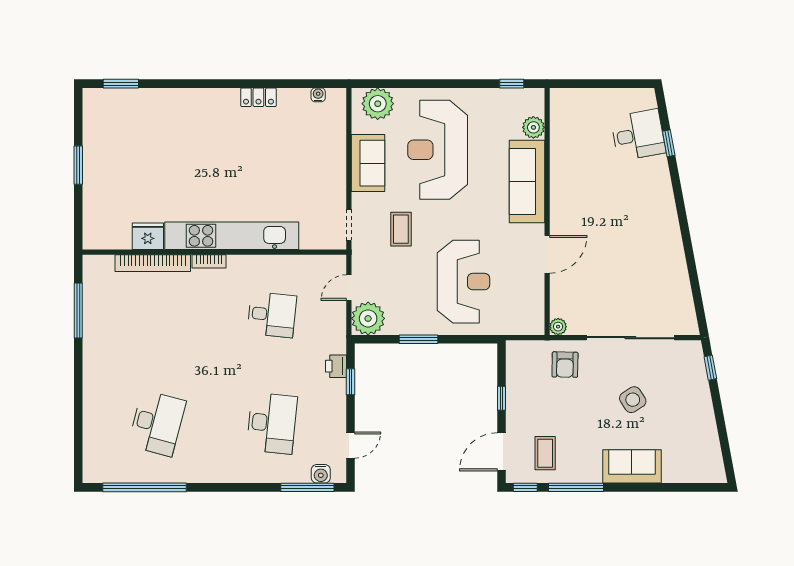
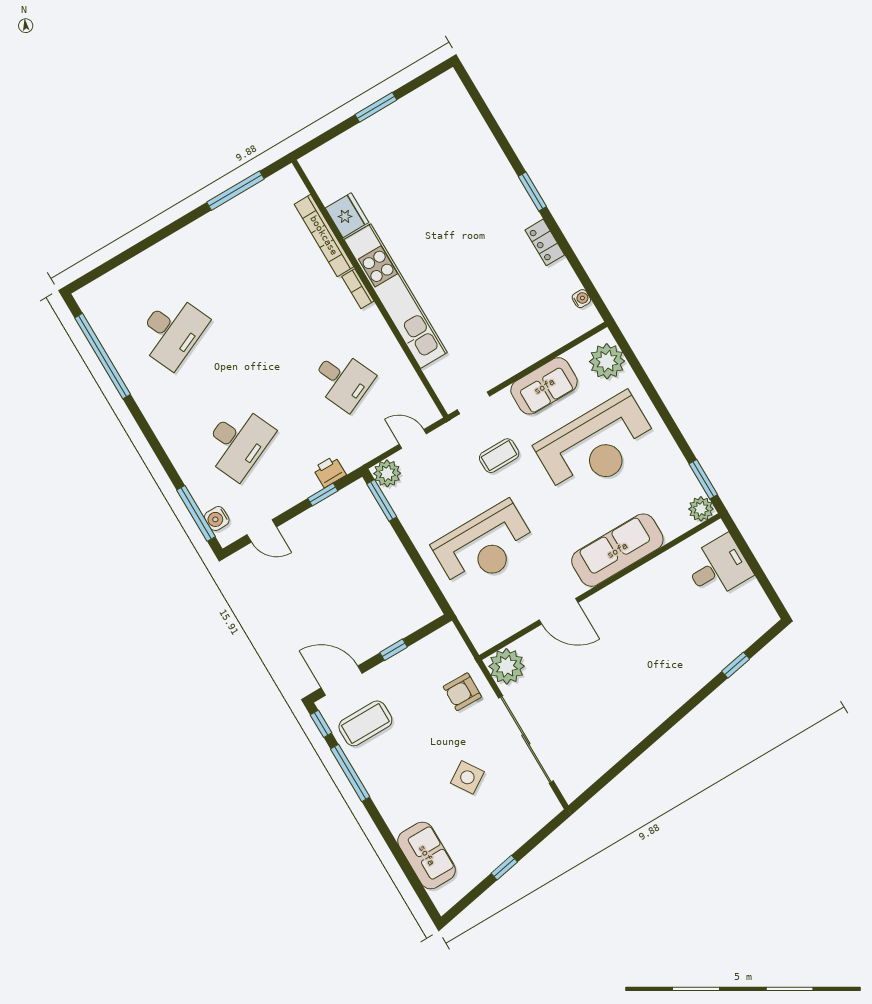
window: (121, 84) -> (532, 192), moved
window: (512, 84) -> (703, 479), width x1.50
plant: (533, 127) -> (701, 509), moved
desk: (638, 135) -> (718, 567), moved, turned -79
reception desk: (438, 150) -> (597, 446), turned 180
desk: (272, 315) -> (342, 380), turned -30
plant: (368, 318) -> (387, 473), width x0.73, depth x0.73
plant: (558, 327) -> (507, 666), width x1.88, depth x1.88
window: (419, 339) -> (382, 500), moved
window: (710, 368) -> (504, 868), moved
desk: (157, 423) -> (172, 331), turned -39
desk: (272, 423) -> (238, 442), turned -30
coffee table: (545, 453) -> (365, 723), width x1.36, depth x1.30
sofa: (632, 466) -> (427, 855), moved

